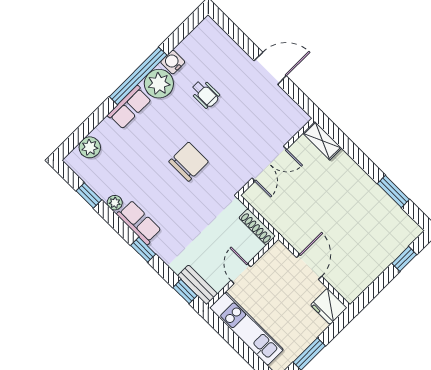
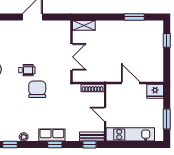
wheelchair: (205, 94) -> (27, 70), moved
row of seats: (139, 222) -> (52, 135), moved

